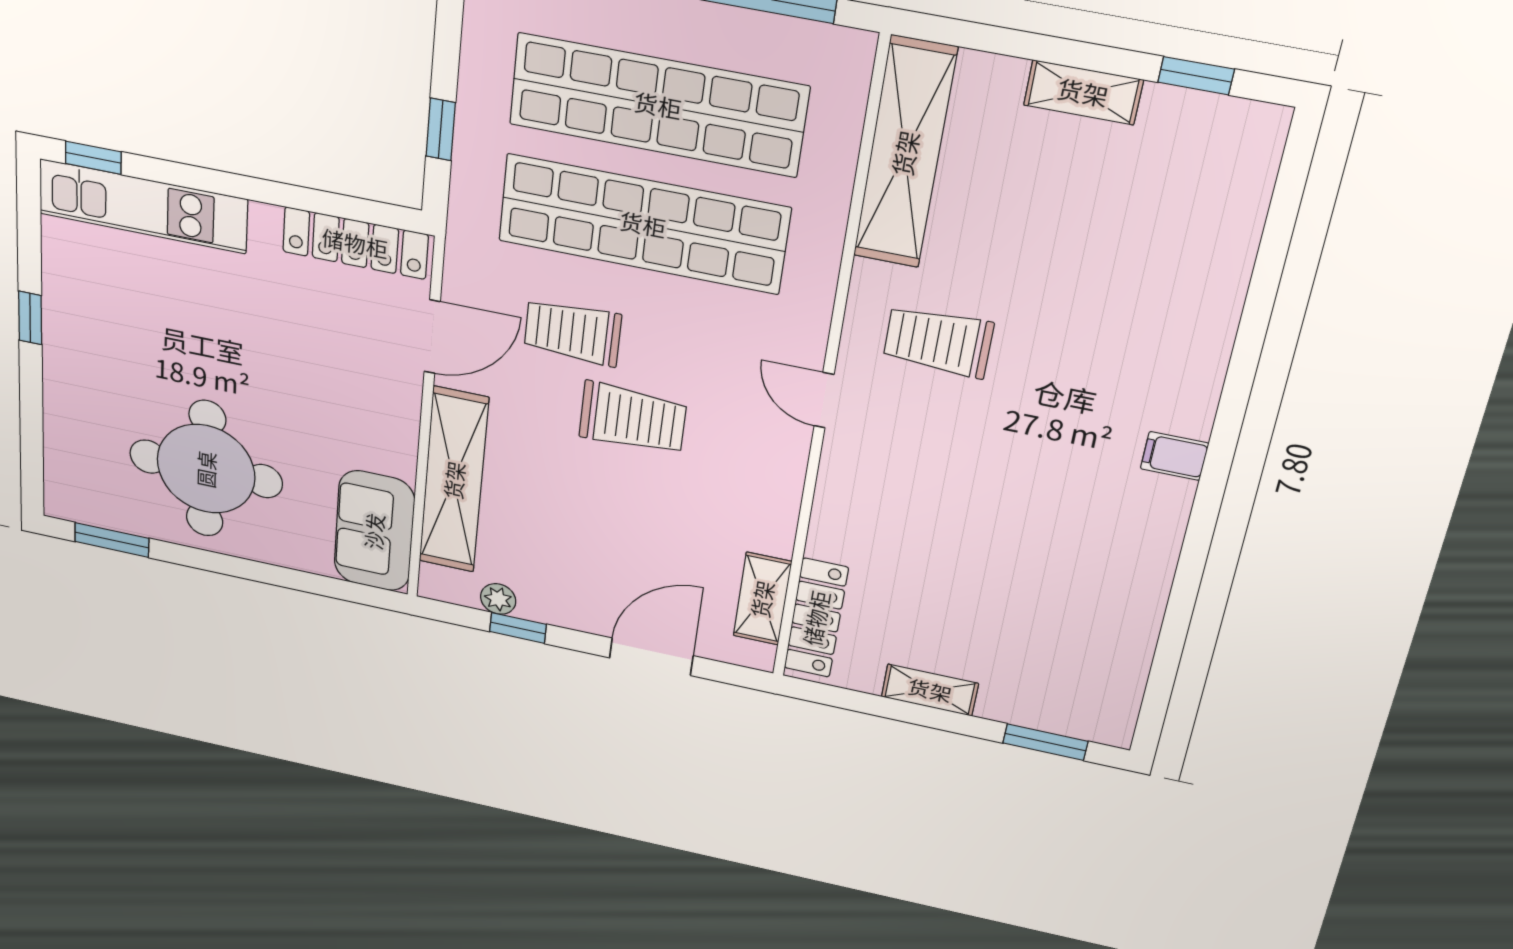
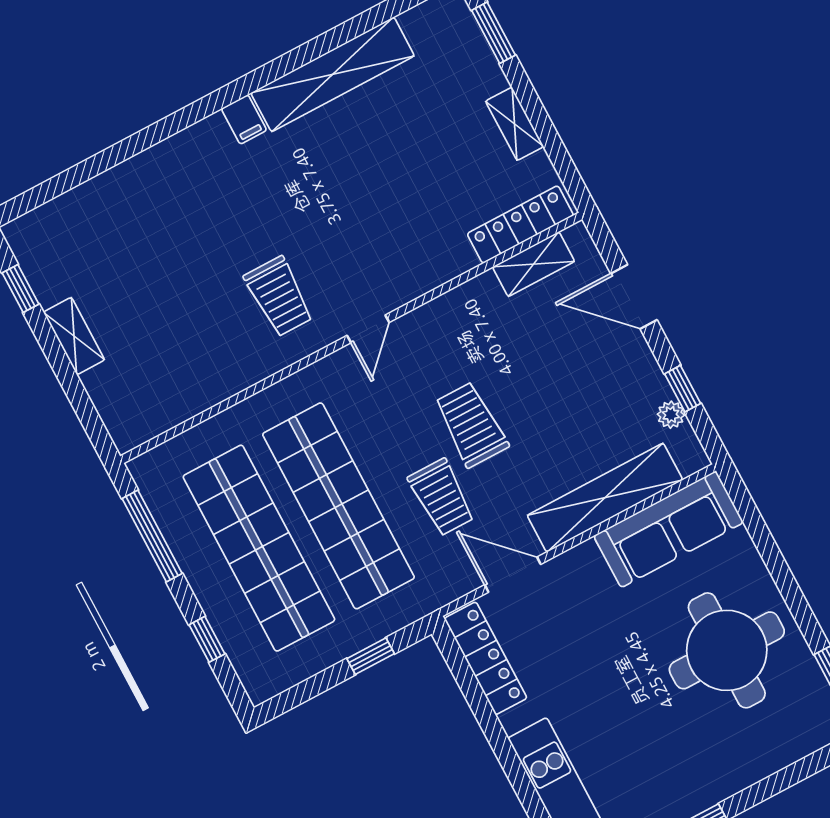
shelving: (905, 153) -> (333, 74), moved
sofa: (374, 531) -> (669, 529), width x1.36

